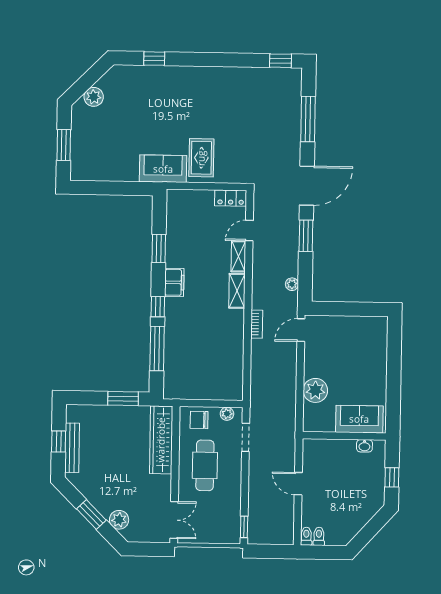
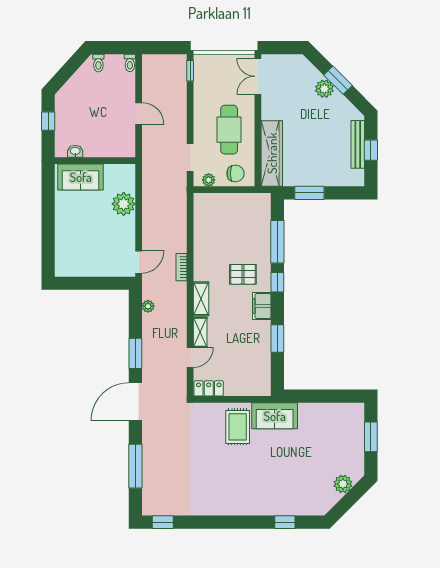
pallet: (193, 315) -> (243, 274), added
plant: (119, 520) -> (324, 89), moved
toilet: (319, 536) -> (98, 63), moved

